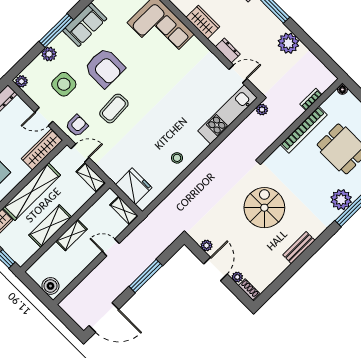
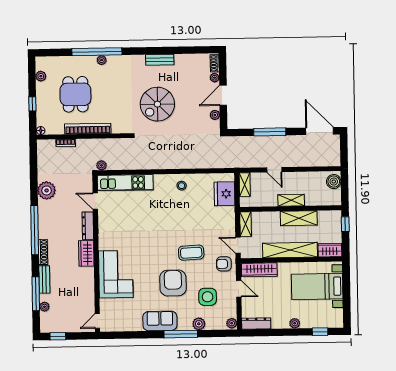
dresser: (228, 50) -> (88, 226), width x1.44
plant: (341, 200) -> (102, 60), width x0.53, depth x0.53

